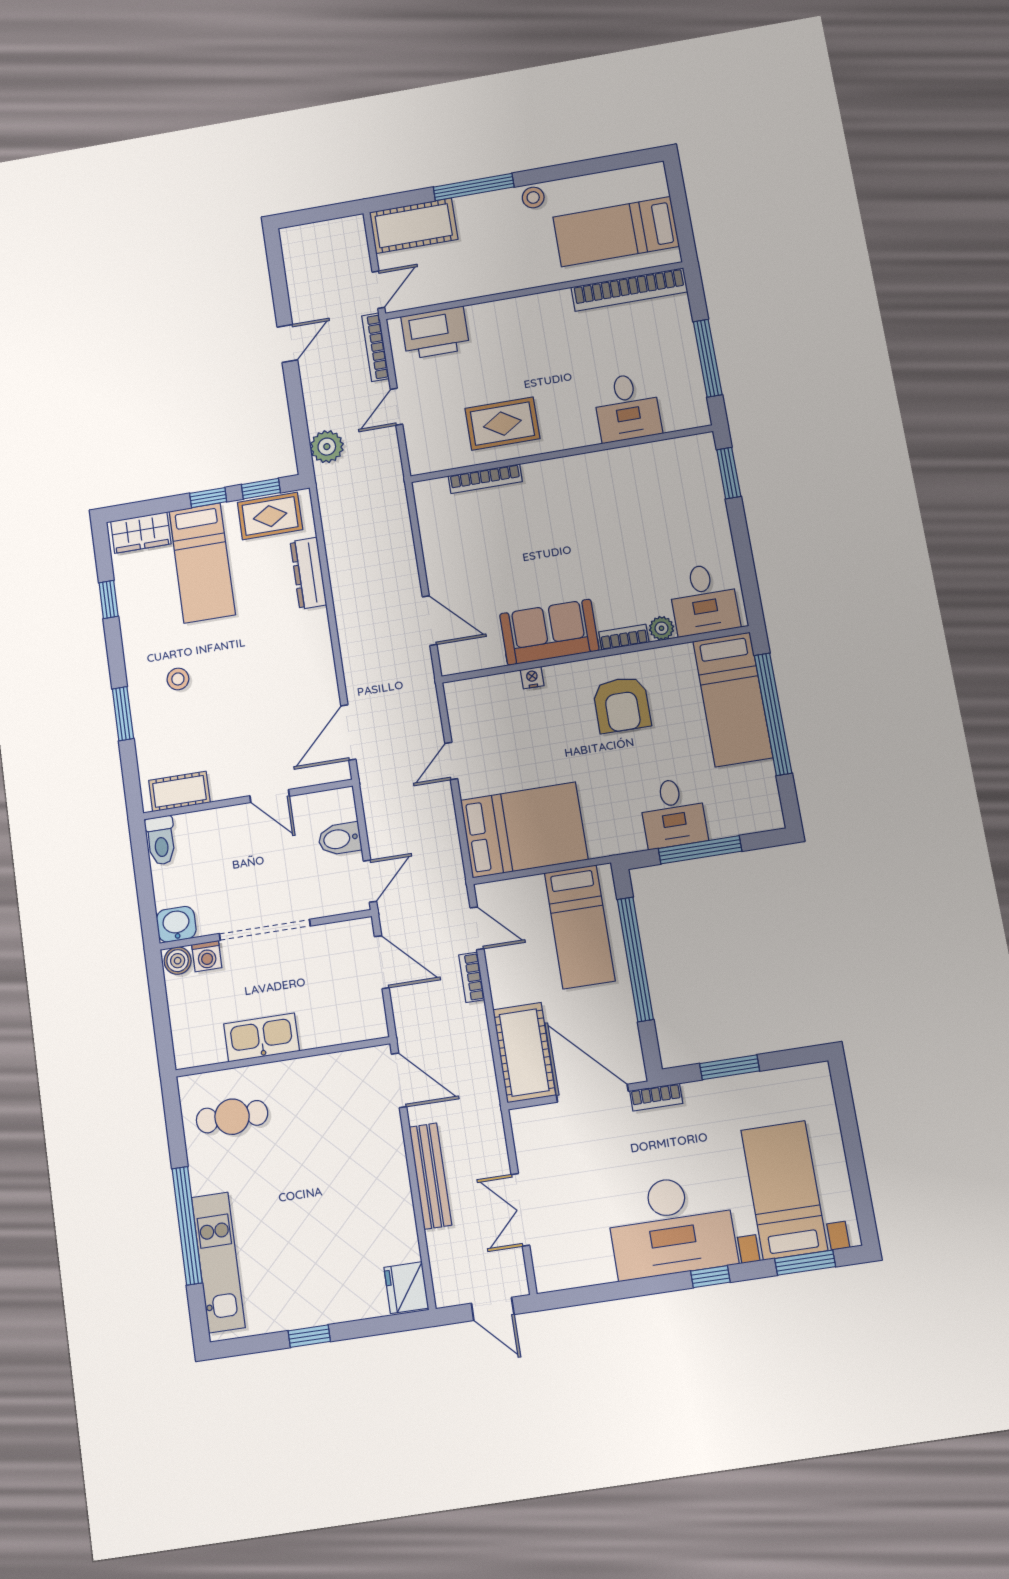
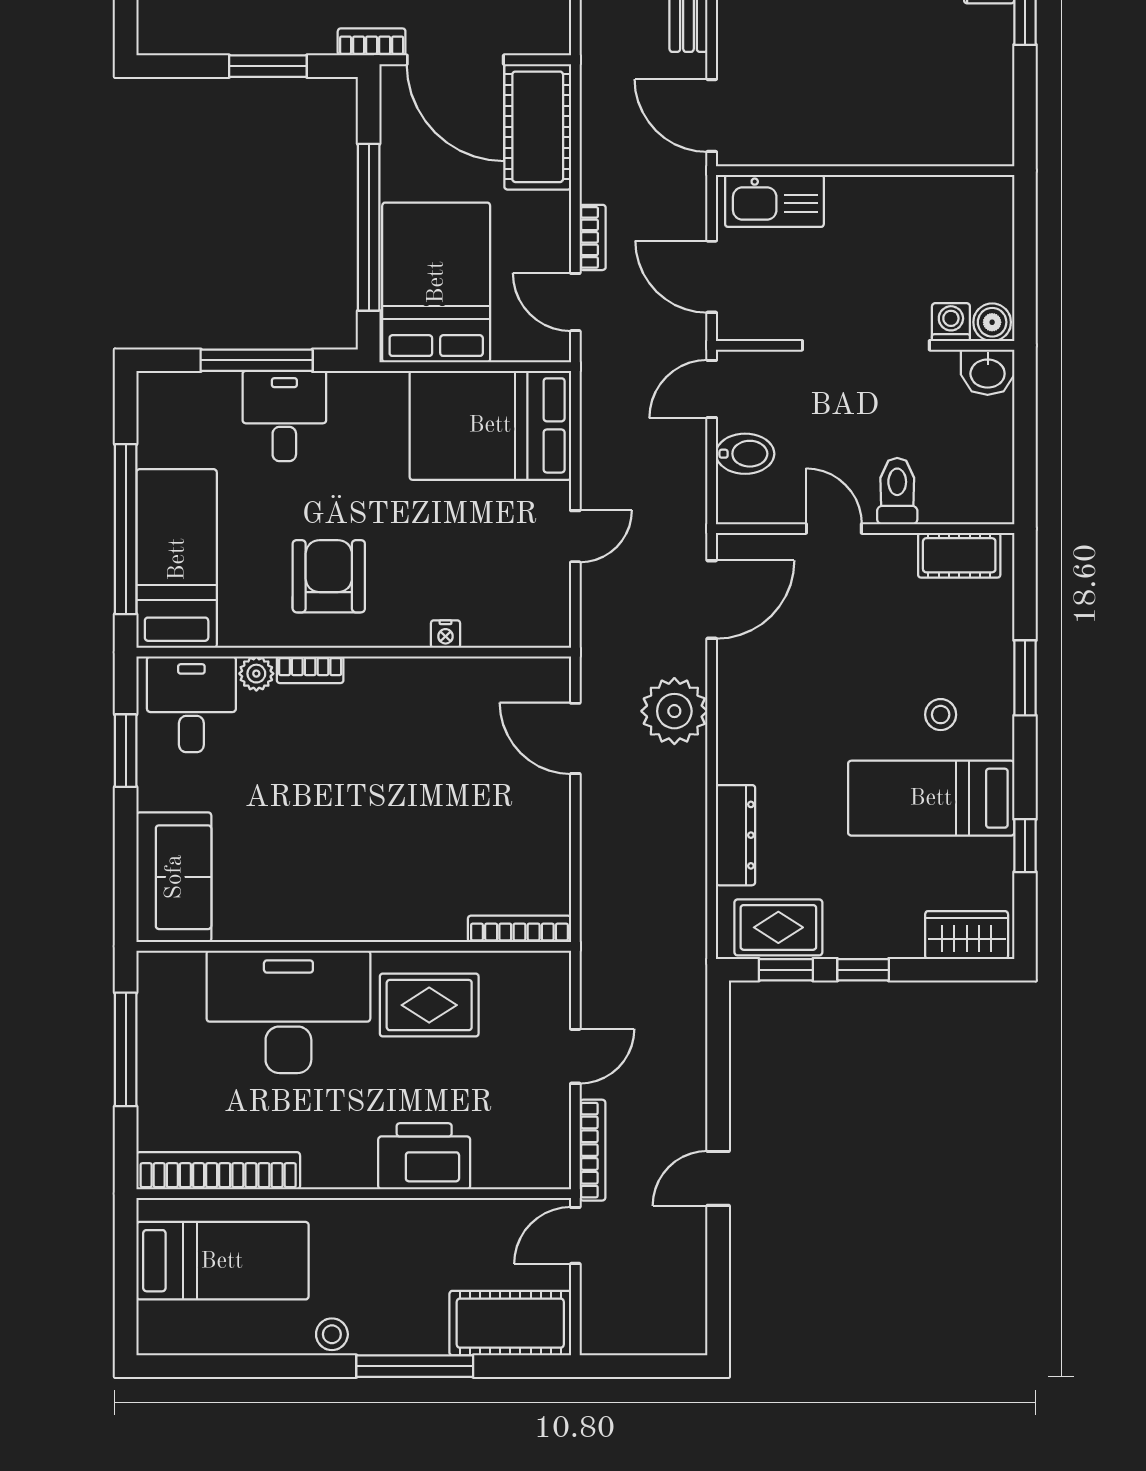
printer: (435, 333) -> (424, 1156), moved
desk: (627, 407) -> (288, 1012), width x1.87, depth x1.30
plant: (327, 447) -> (674, 711), moved, width x1.36, depth x1.36
window: (729, 473) -> (126, 751), moved
bookcase: (485, 479) -> (519, 929), moved
bed: (202, 563) -> (931, 798), moved, turned -90
sofa: (549, 632) -> (174, 877), moved, turned -90
toilet: (161, 840) -> (897, 491), moved
bed: (580, 927) -> (436, 282), width x1.50
kitchen sink: (261, 1037) -> (774, 201), moved
cafe table: (232, 1117) -> (945, 102), removed

